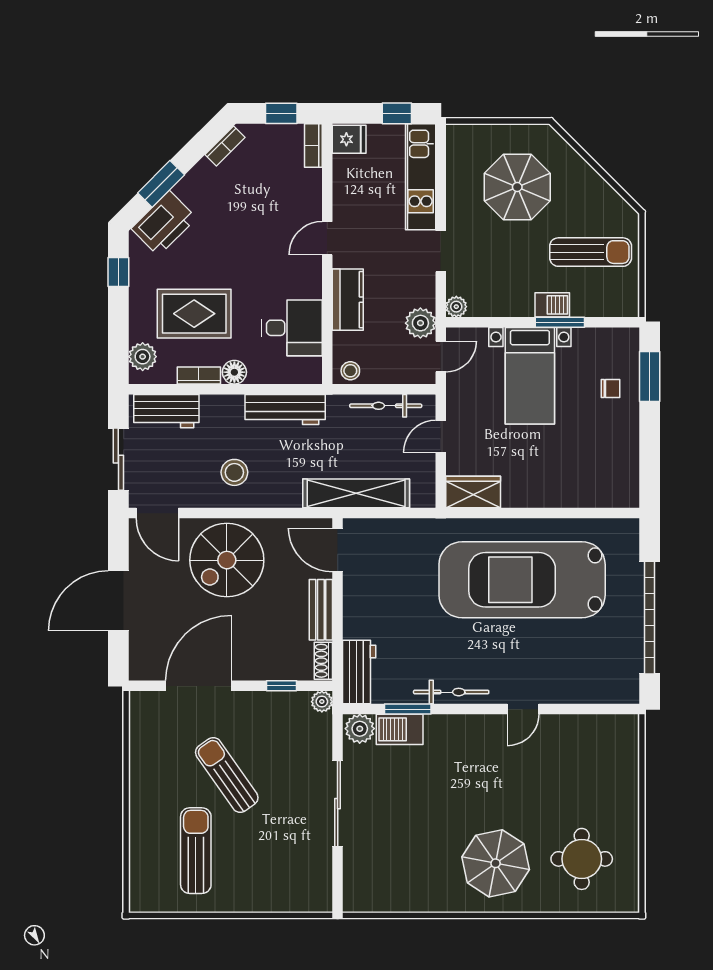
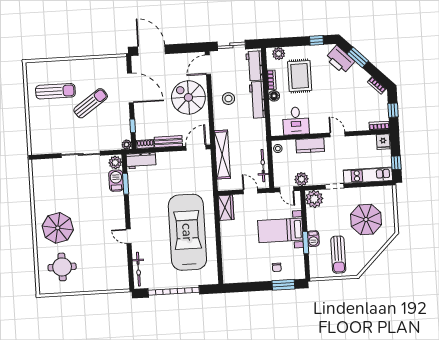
plant: (456, 307) -> (314, 199), width x1.88, depth x1.88
workbench: (285, 409) -> (257, 100), moved
door: (118, 601) -> (151, 50), moved
bicycle: (451, 692) -> (138, 269), moved

